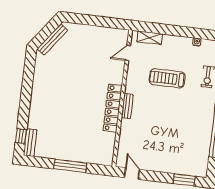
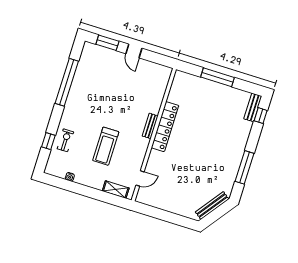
treadmill: (167, 78) -> (106, 146), turned 90
window: (28, 83) -> (244, 167), added
door: (132, 173) -> (134, 51), moved

